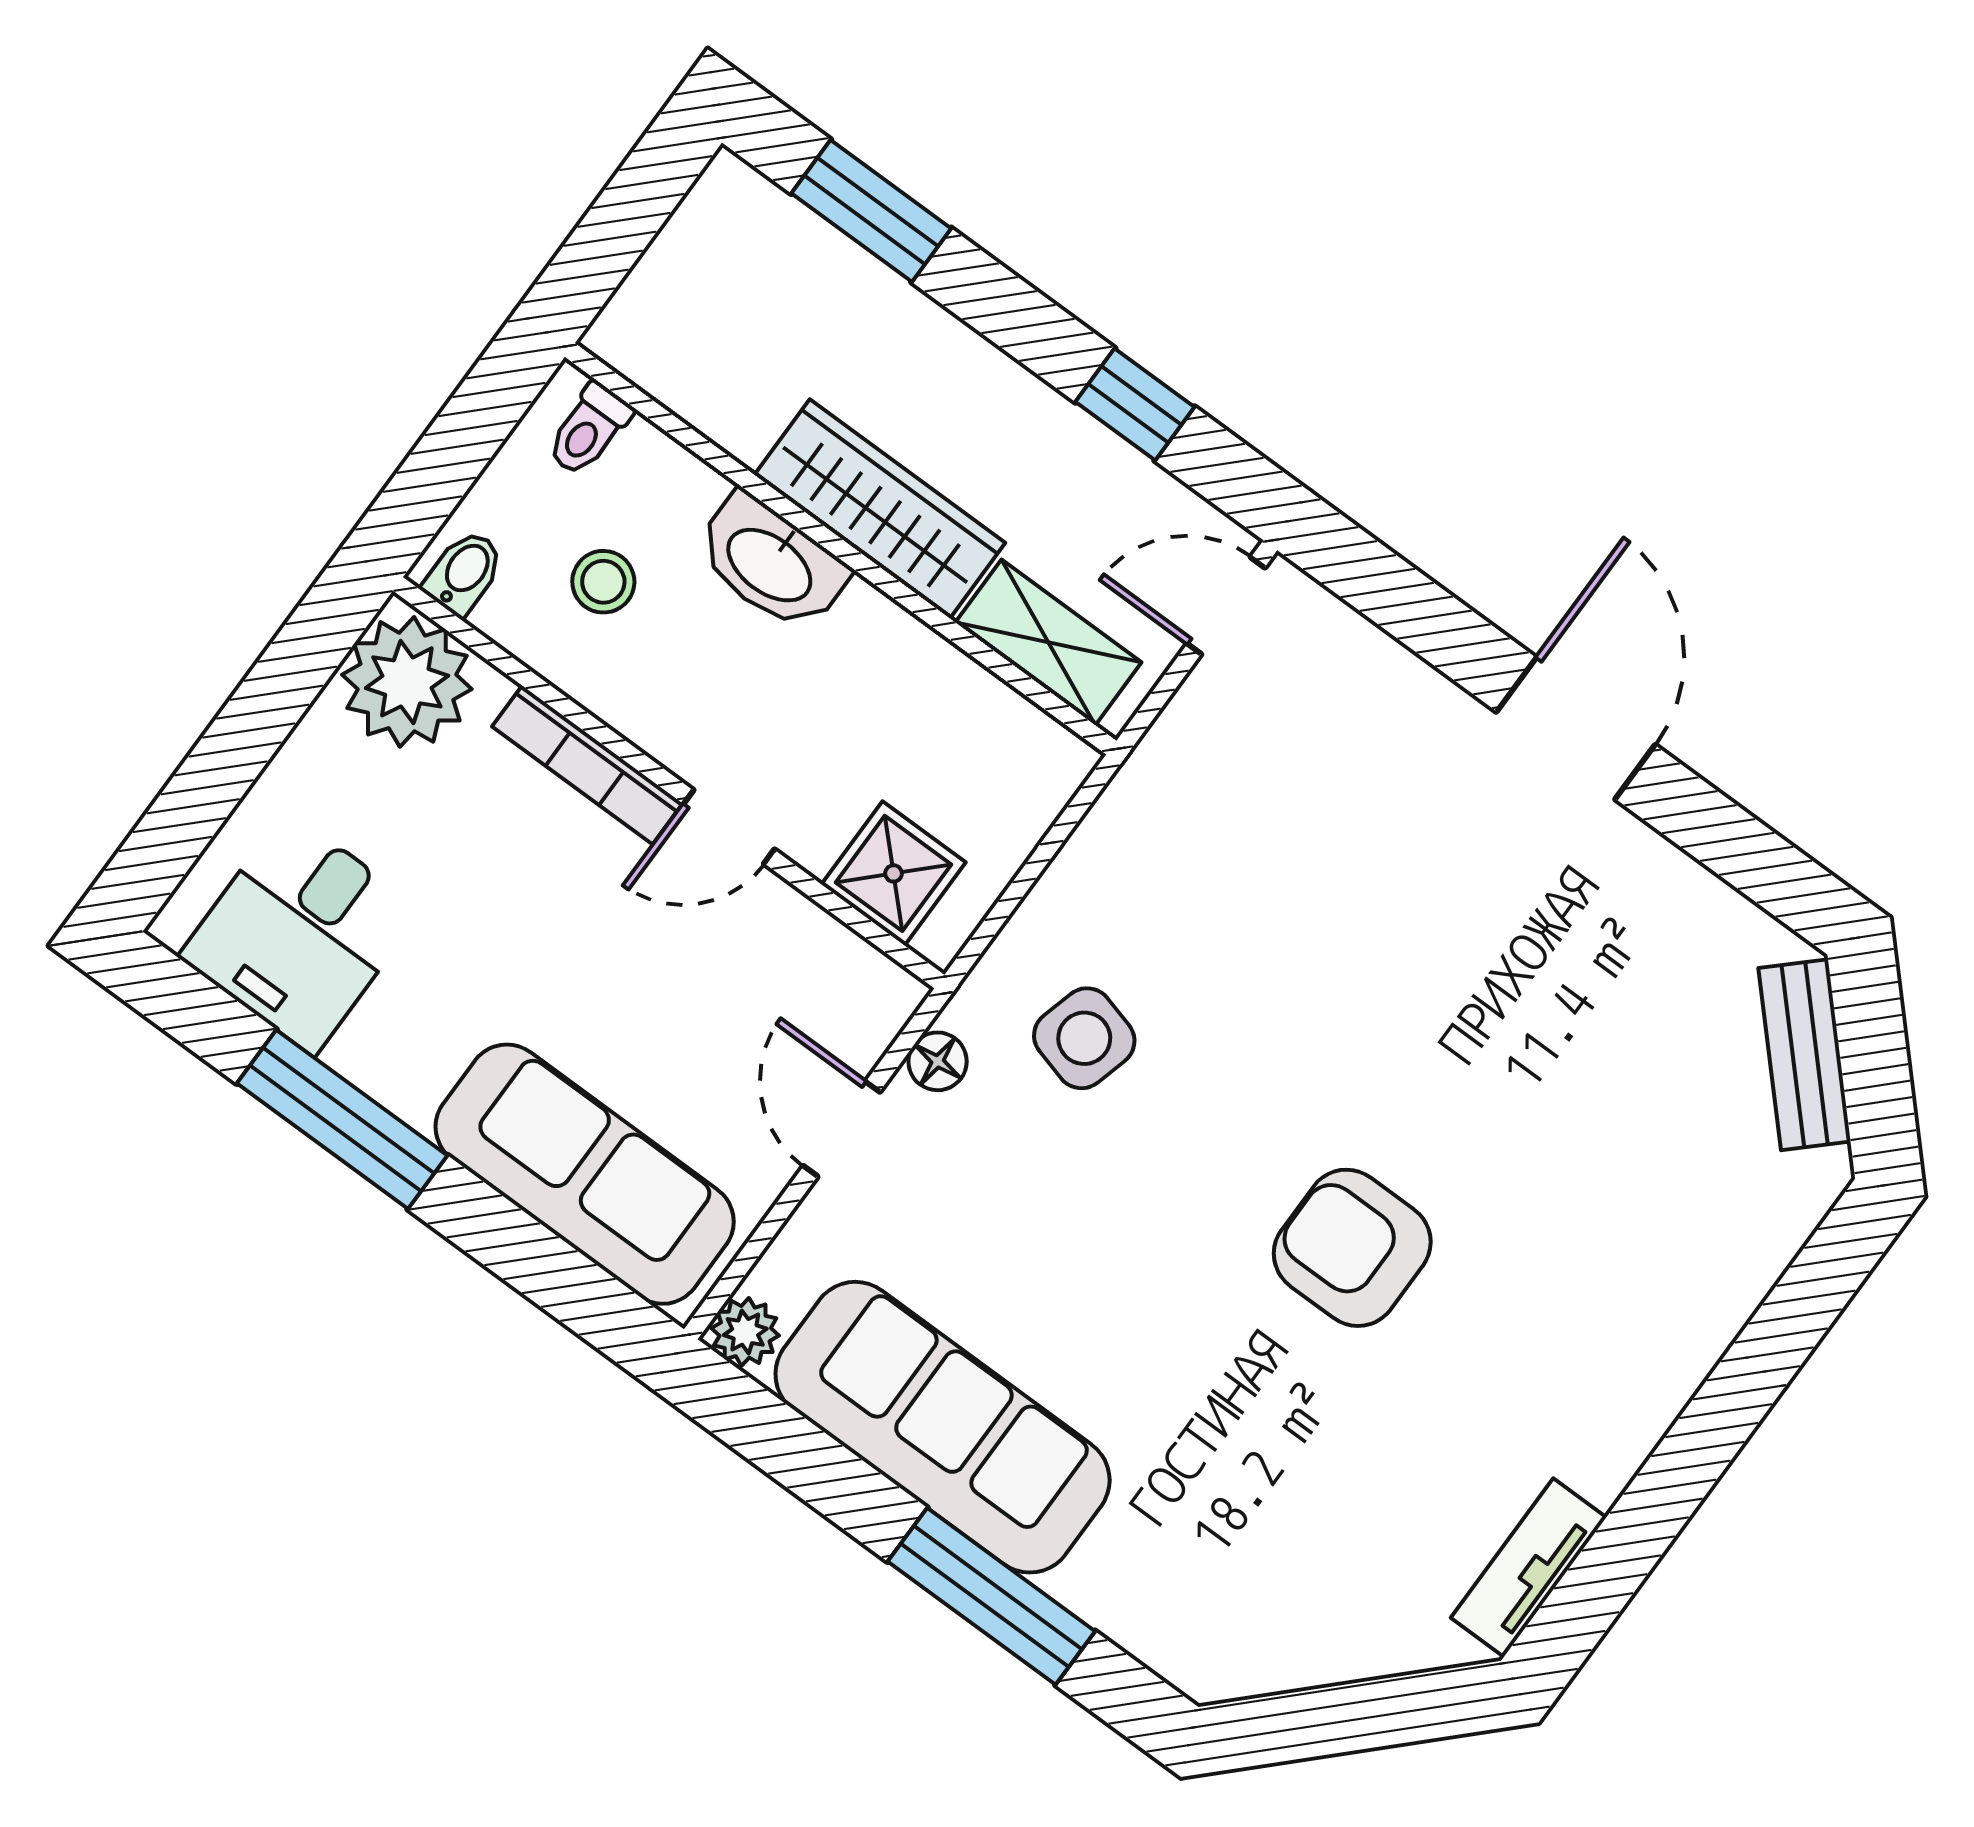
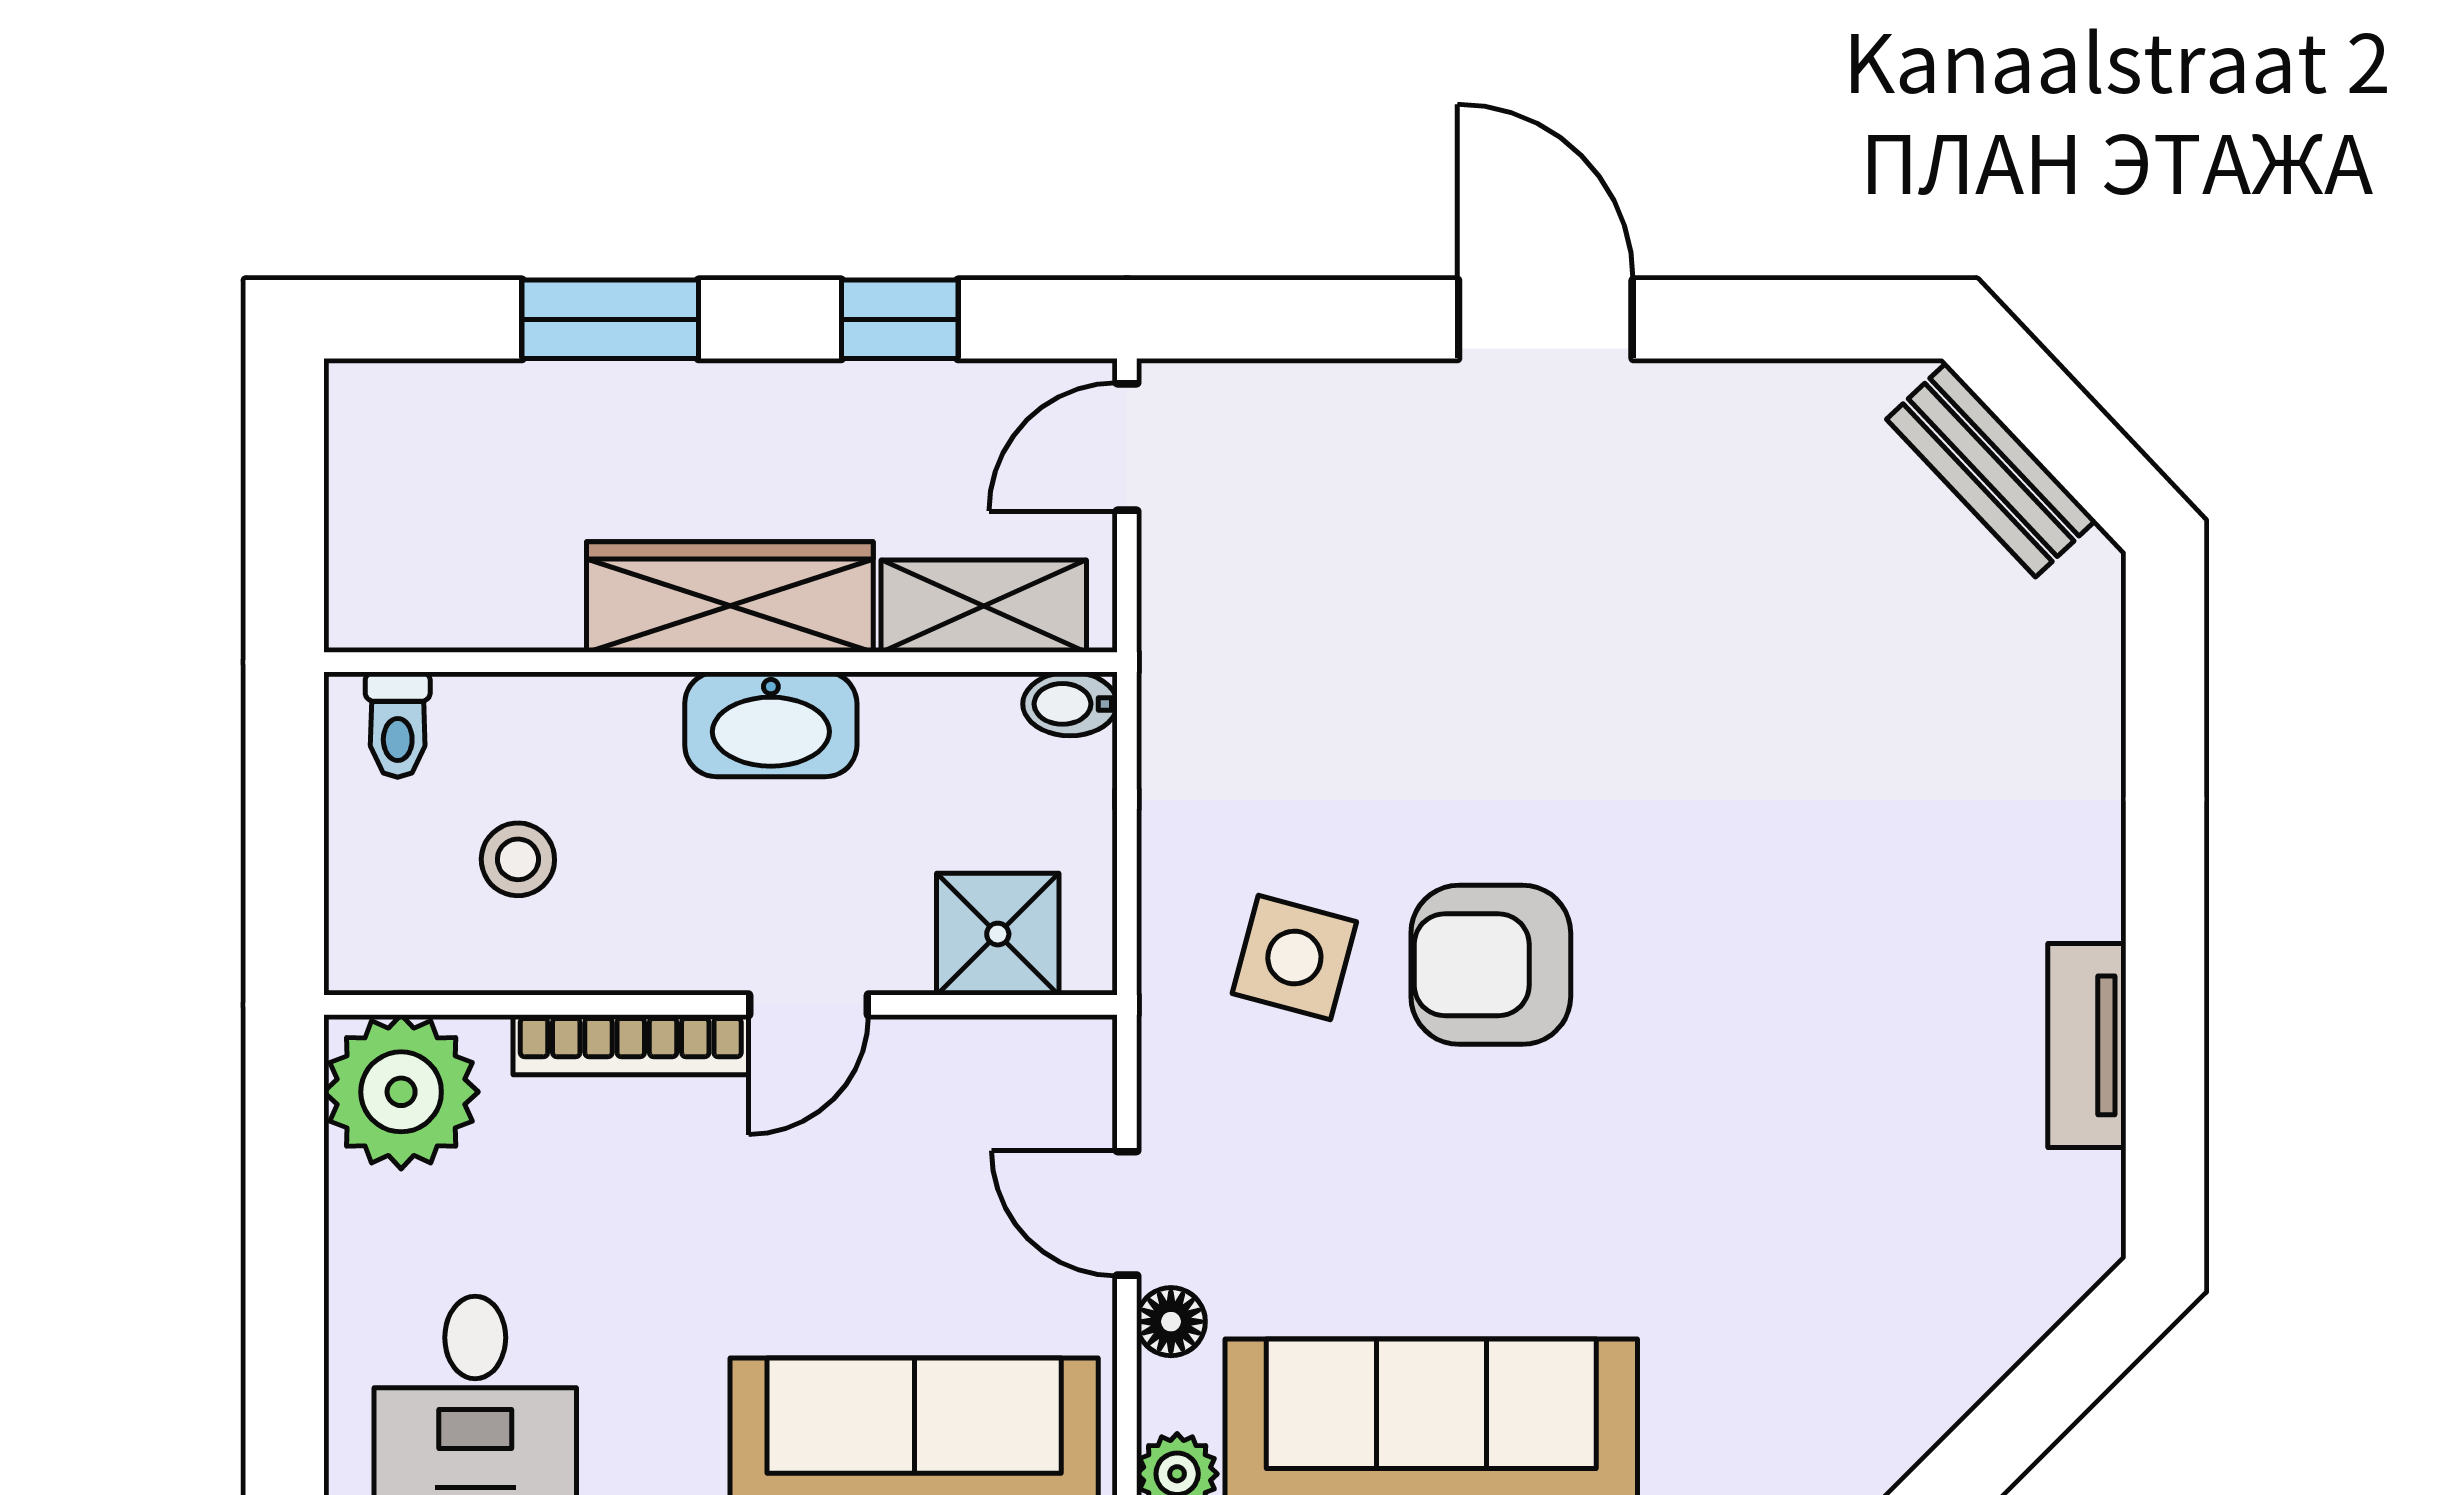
window: (871, 211) -> (610, 319), moved
washbasin: (771, 563) -> (771, 724), moved
bidet: (464, 573) -> (1070, 704), moved, turned -90
floor lamp: (938, 1061) -> (1171, 1322), moved
armchair: (1352, 1248) -> (1491, 965), moved
tv unit: (1529, 1568) -> (2087, 1045), moved

